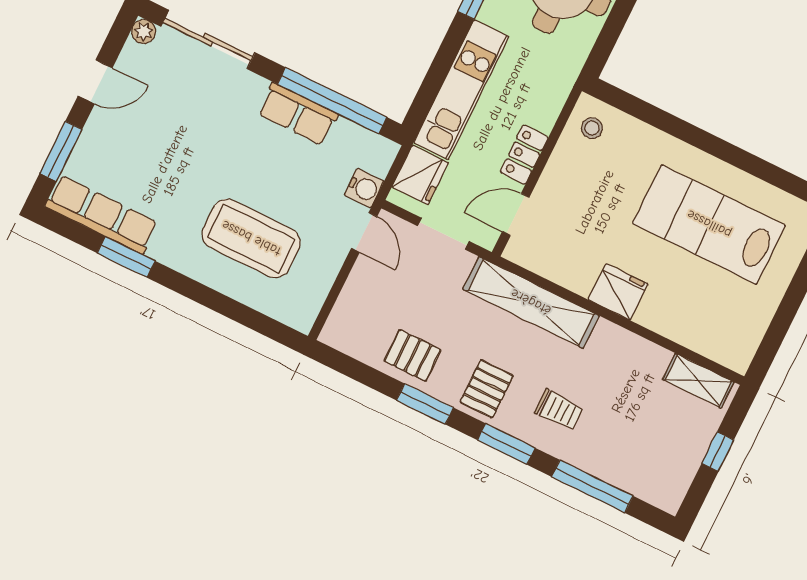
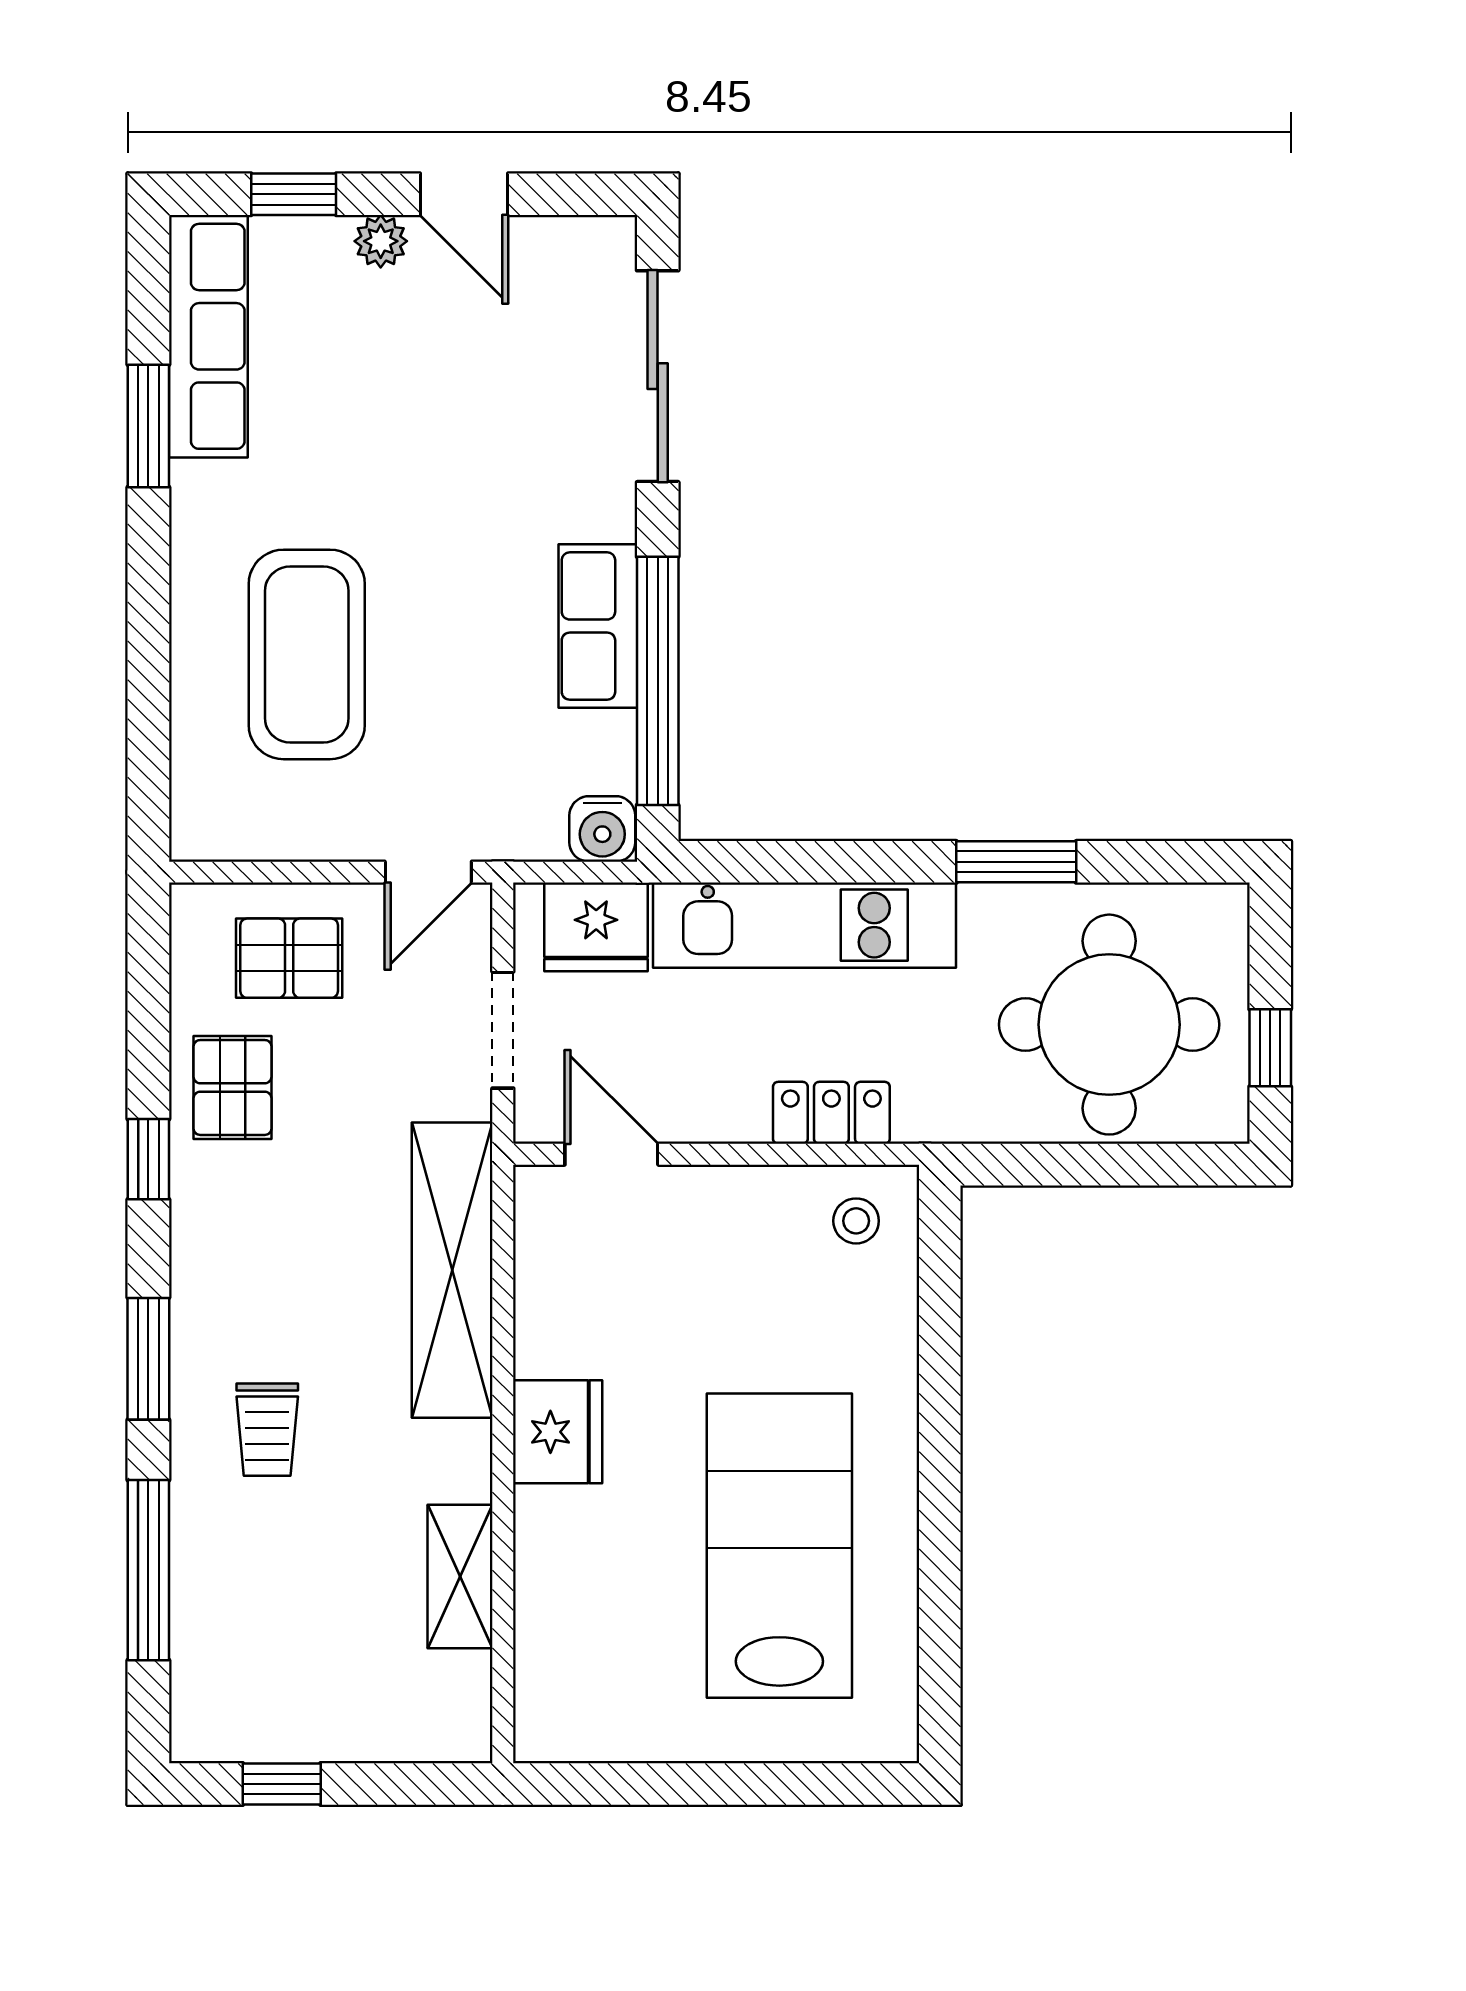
plant: (144, 32) -> (381, 241), moved
window: (61, 151) -> (294, 194), width x0.67
locker: (524, 155) -> (831, 1113), moved
water cooler: (364, 188) -> (602, 829), moved
shelving: (698, 381) -> (460, 1577), moved
pallet: (487, 389) -> (289, 958), moved
window: (425, 404) -> (148, 1159), width x0.67
window: (718, 452) -> (282, 1784), moved

